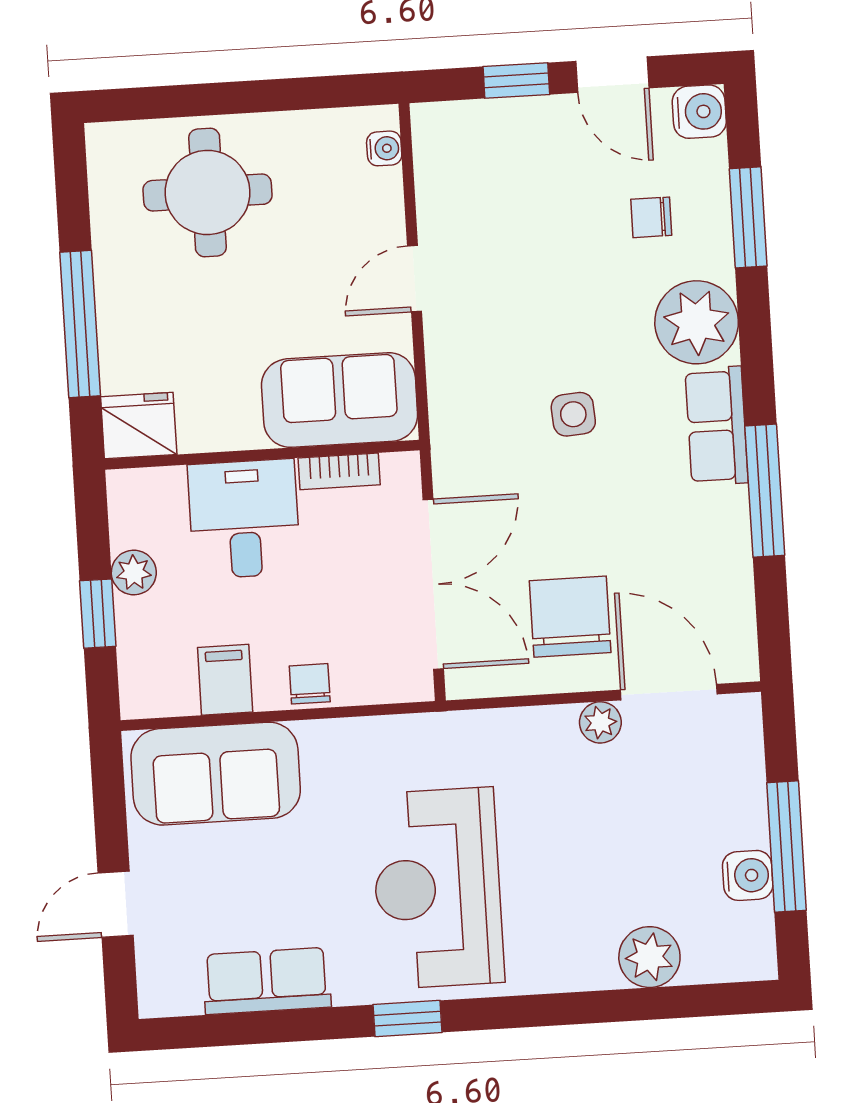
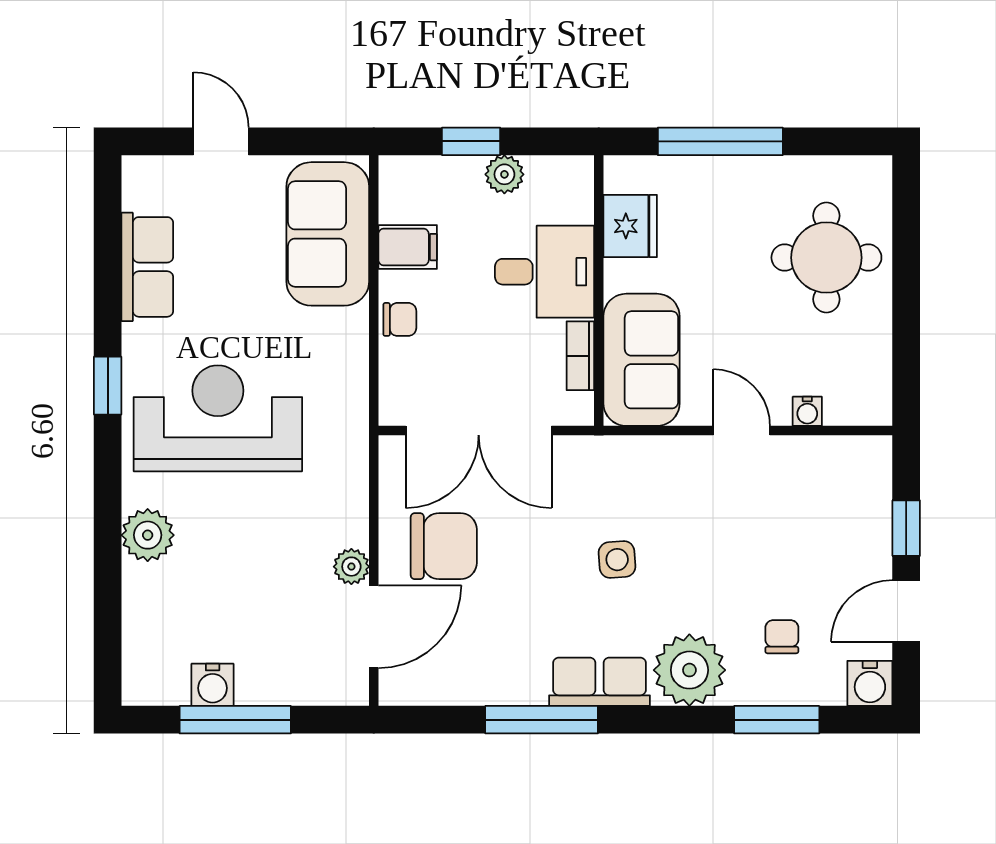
water cooler: (384, 148) -> (807, 411), moved
fridge: (139, 426) -> (630, 226), moved
plant: (649, 957) -> (148, 535), moved

